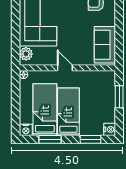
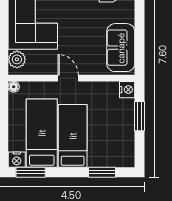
nightstand: (110, 129) -> (127, 90), moved
window: (50, 139) -> (31, 172), moved

